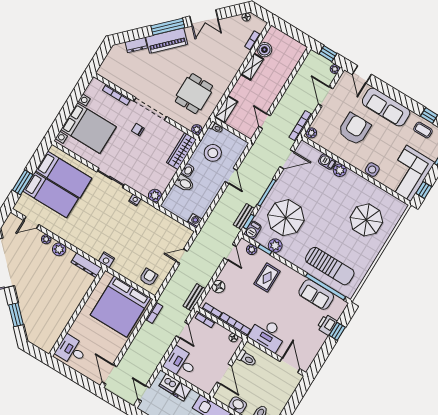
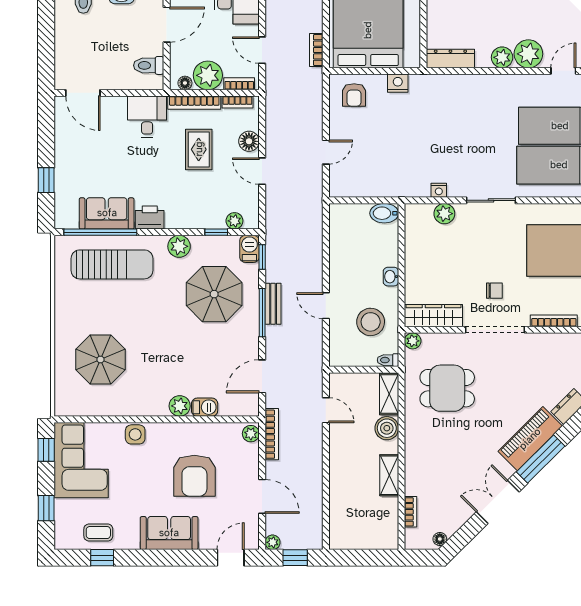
boiler: (264, 50) -> (387, 428), moved
door: (362, 74) -> (231, 558), hinge flipped
dining table: (194, 94) -> (447, 388), turned 90
sofa: (386, 107) -> (169, 533), width x0.73
wardrobe: (181, 151) -> (433, 316), moved, turned -90
bidet: (184, 183) -> (384, 213), moved
plant: (155, 195) -> (444, 214), moved
bench: (244, 217) -> (273, 304), moved
washing machine: (195, 221) -> (338, 212), removed
plant: (46, 239) -> (528, 54), width x1.88, depth x1.88
plant: (275, 246) -> (179, 246), moved
door: (230, 252) -> (262, 171), moved
nightstand: (107, 260) -> (398, 83), moved
sun lounger: (330, 266) -> (112, 264), turned 180
rug: (267, 278) -> (199, 149), moved
bench: (194, 297) -> (273, 106), removed
printer: (327, 325) -> (150, 218), moved, turned -90
plant: (219, 334) -> (208, 75), added
desk: (268, 334) -> (147, 117), width x0.73
door: (224, 374) -> (167, 25), swing flipped

